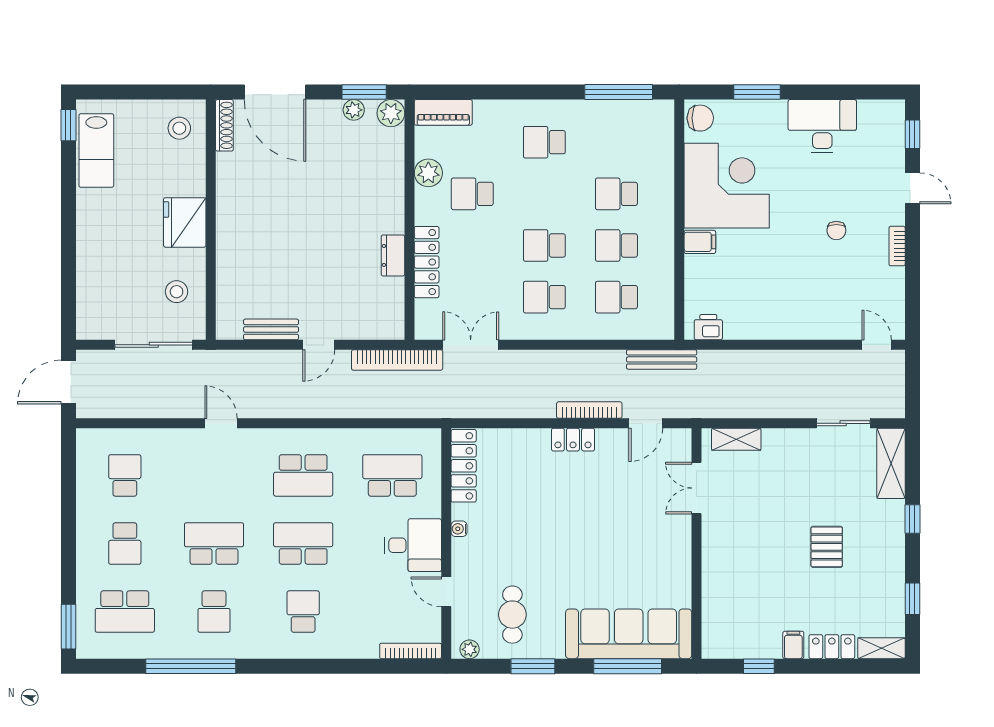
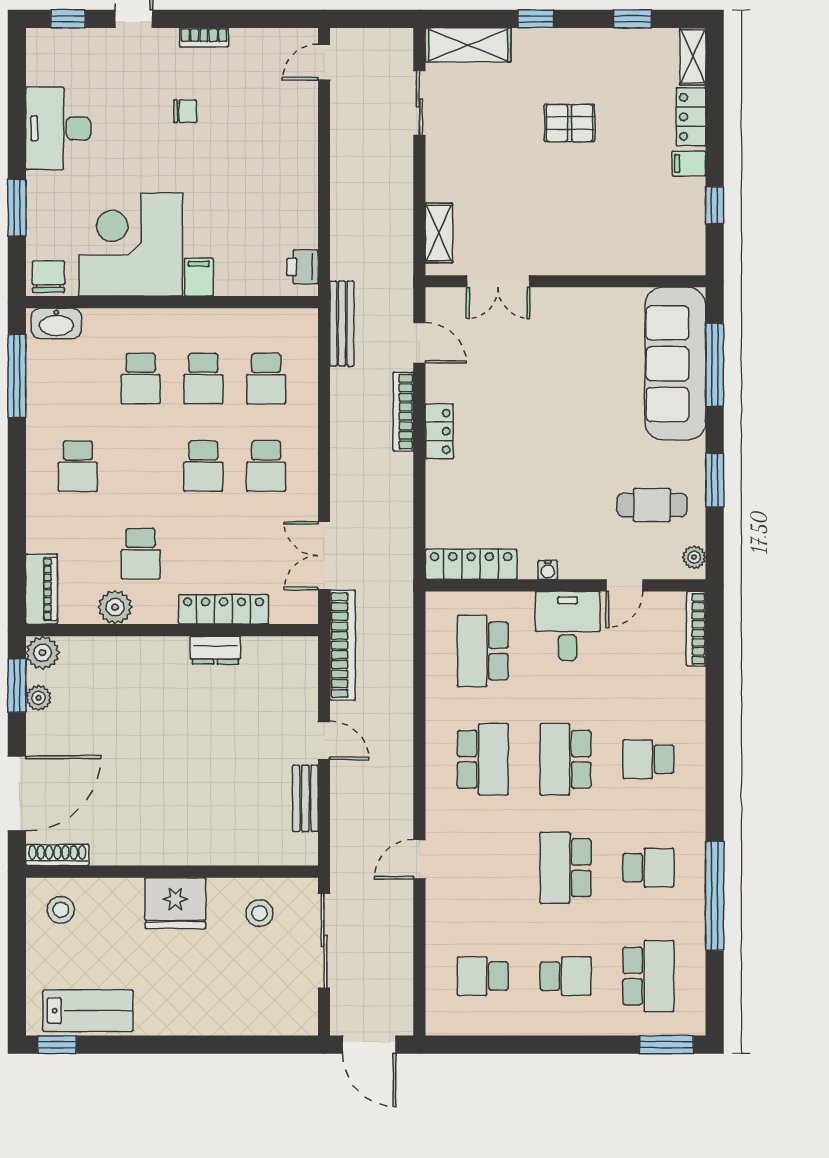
washbasin: (662, 125) -> (56, 323), added

